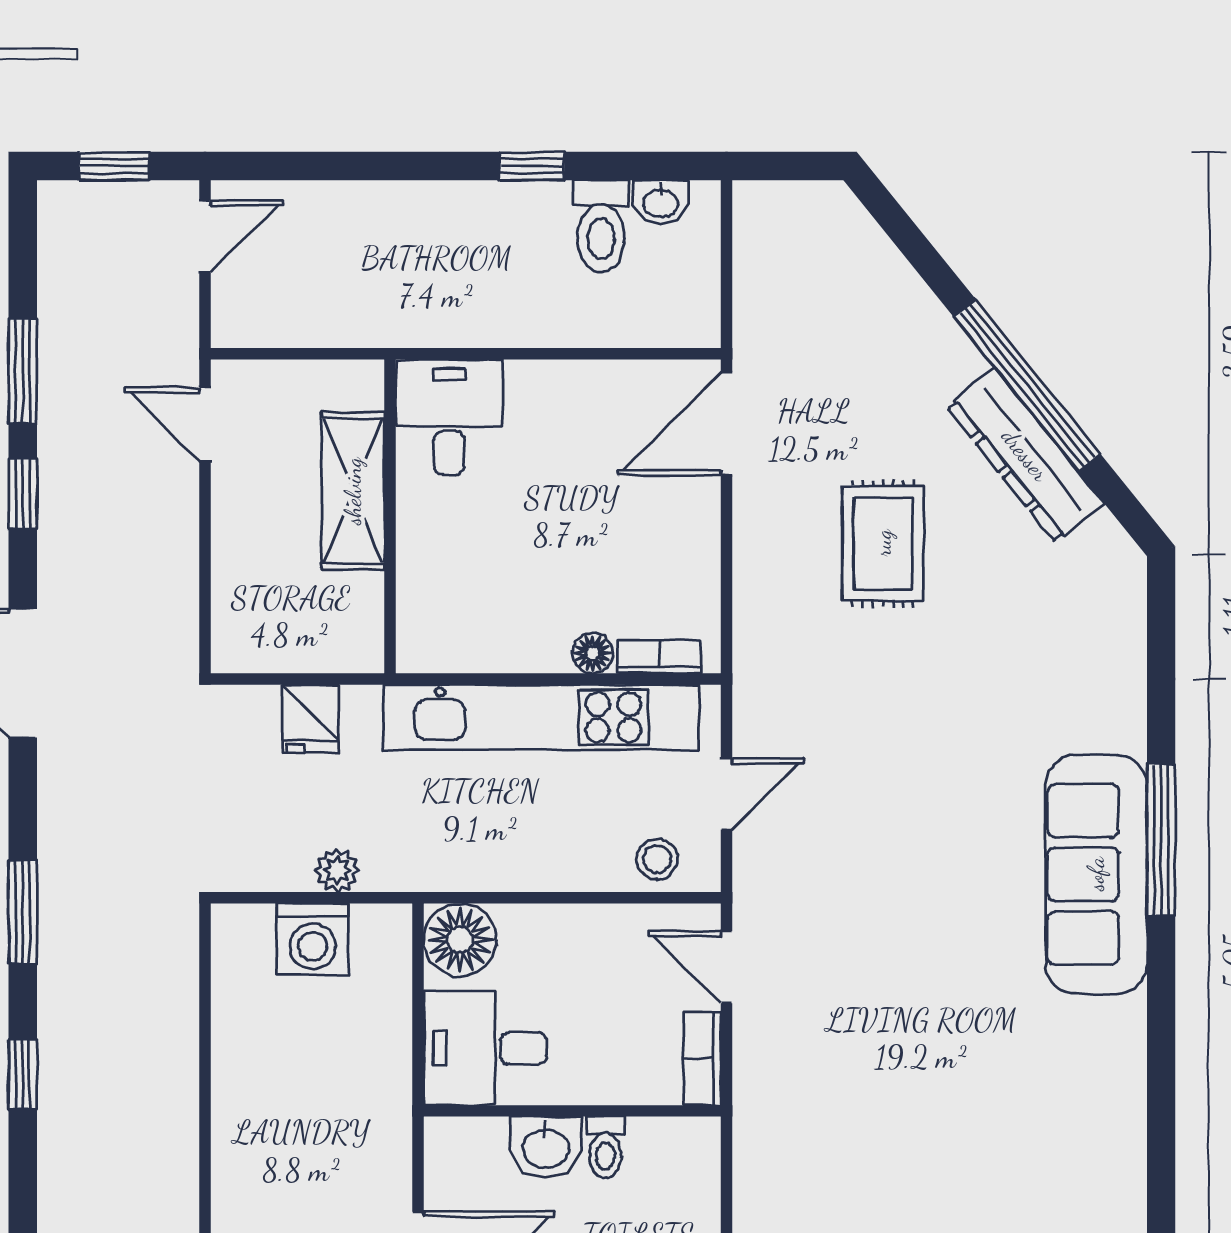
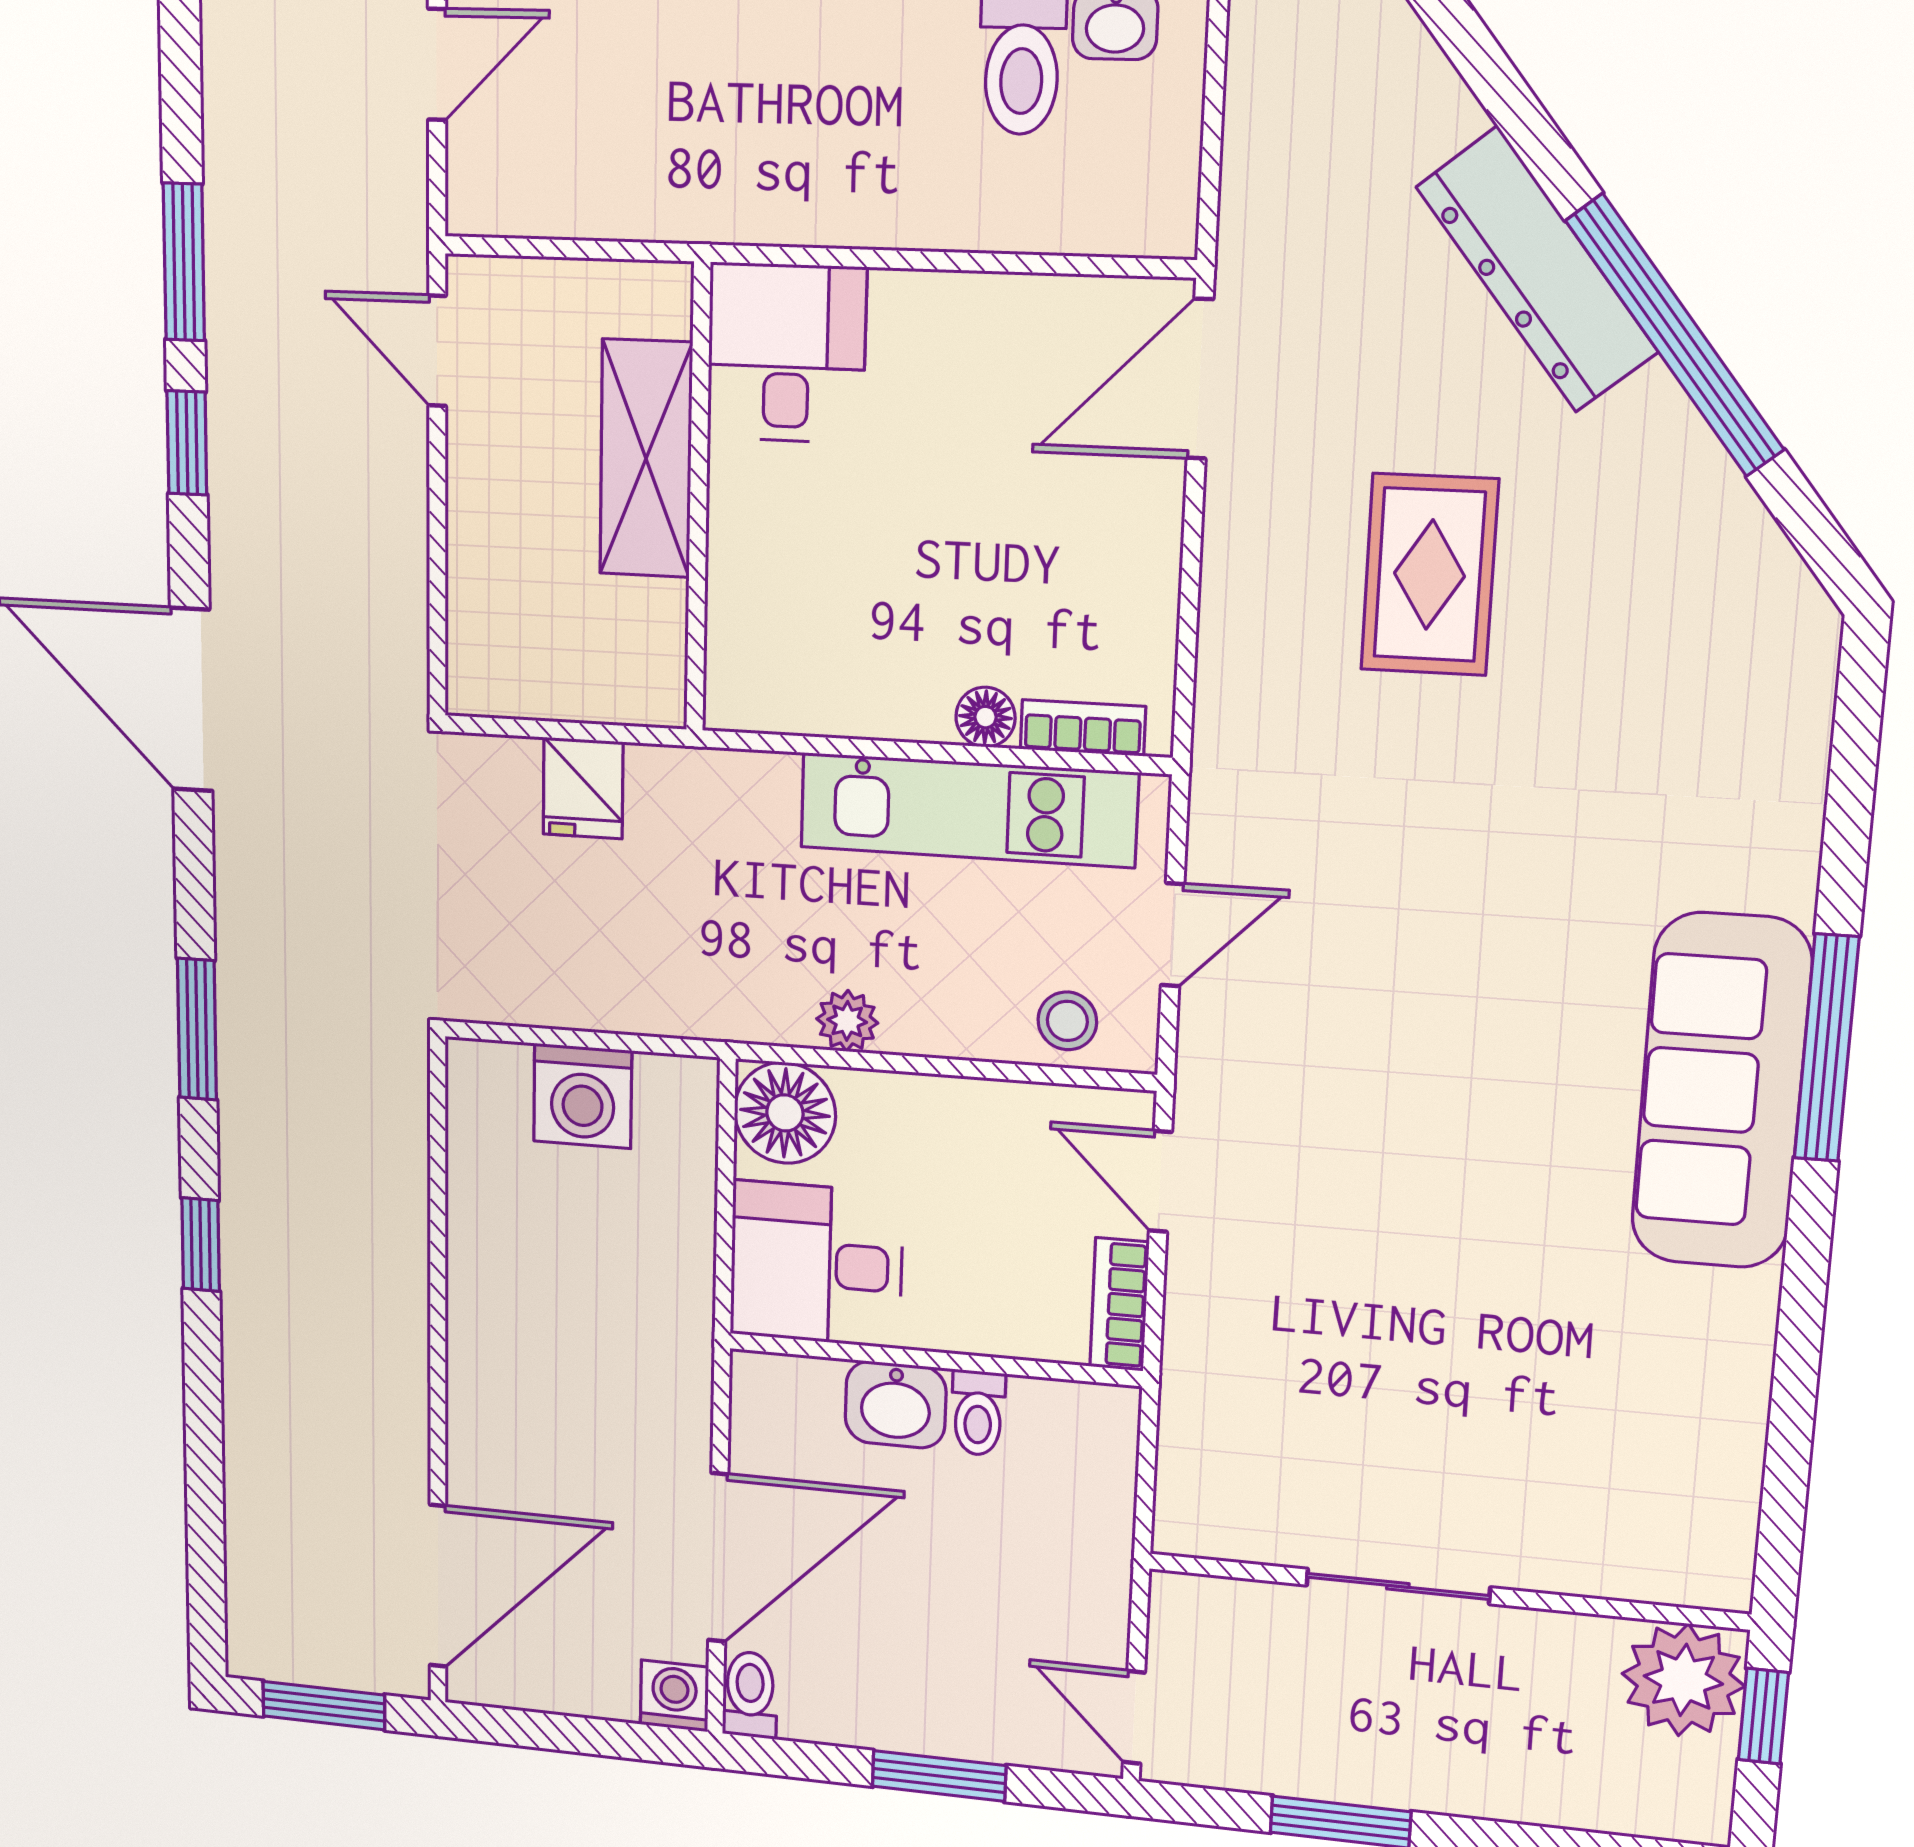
dresser: (1025, 455) -> (1537, 270), moved
kitchen unit: (541, 717) -> (968, 810), width x0.73
plant: (337, 870) -> (847, 1021), moved

